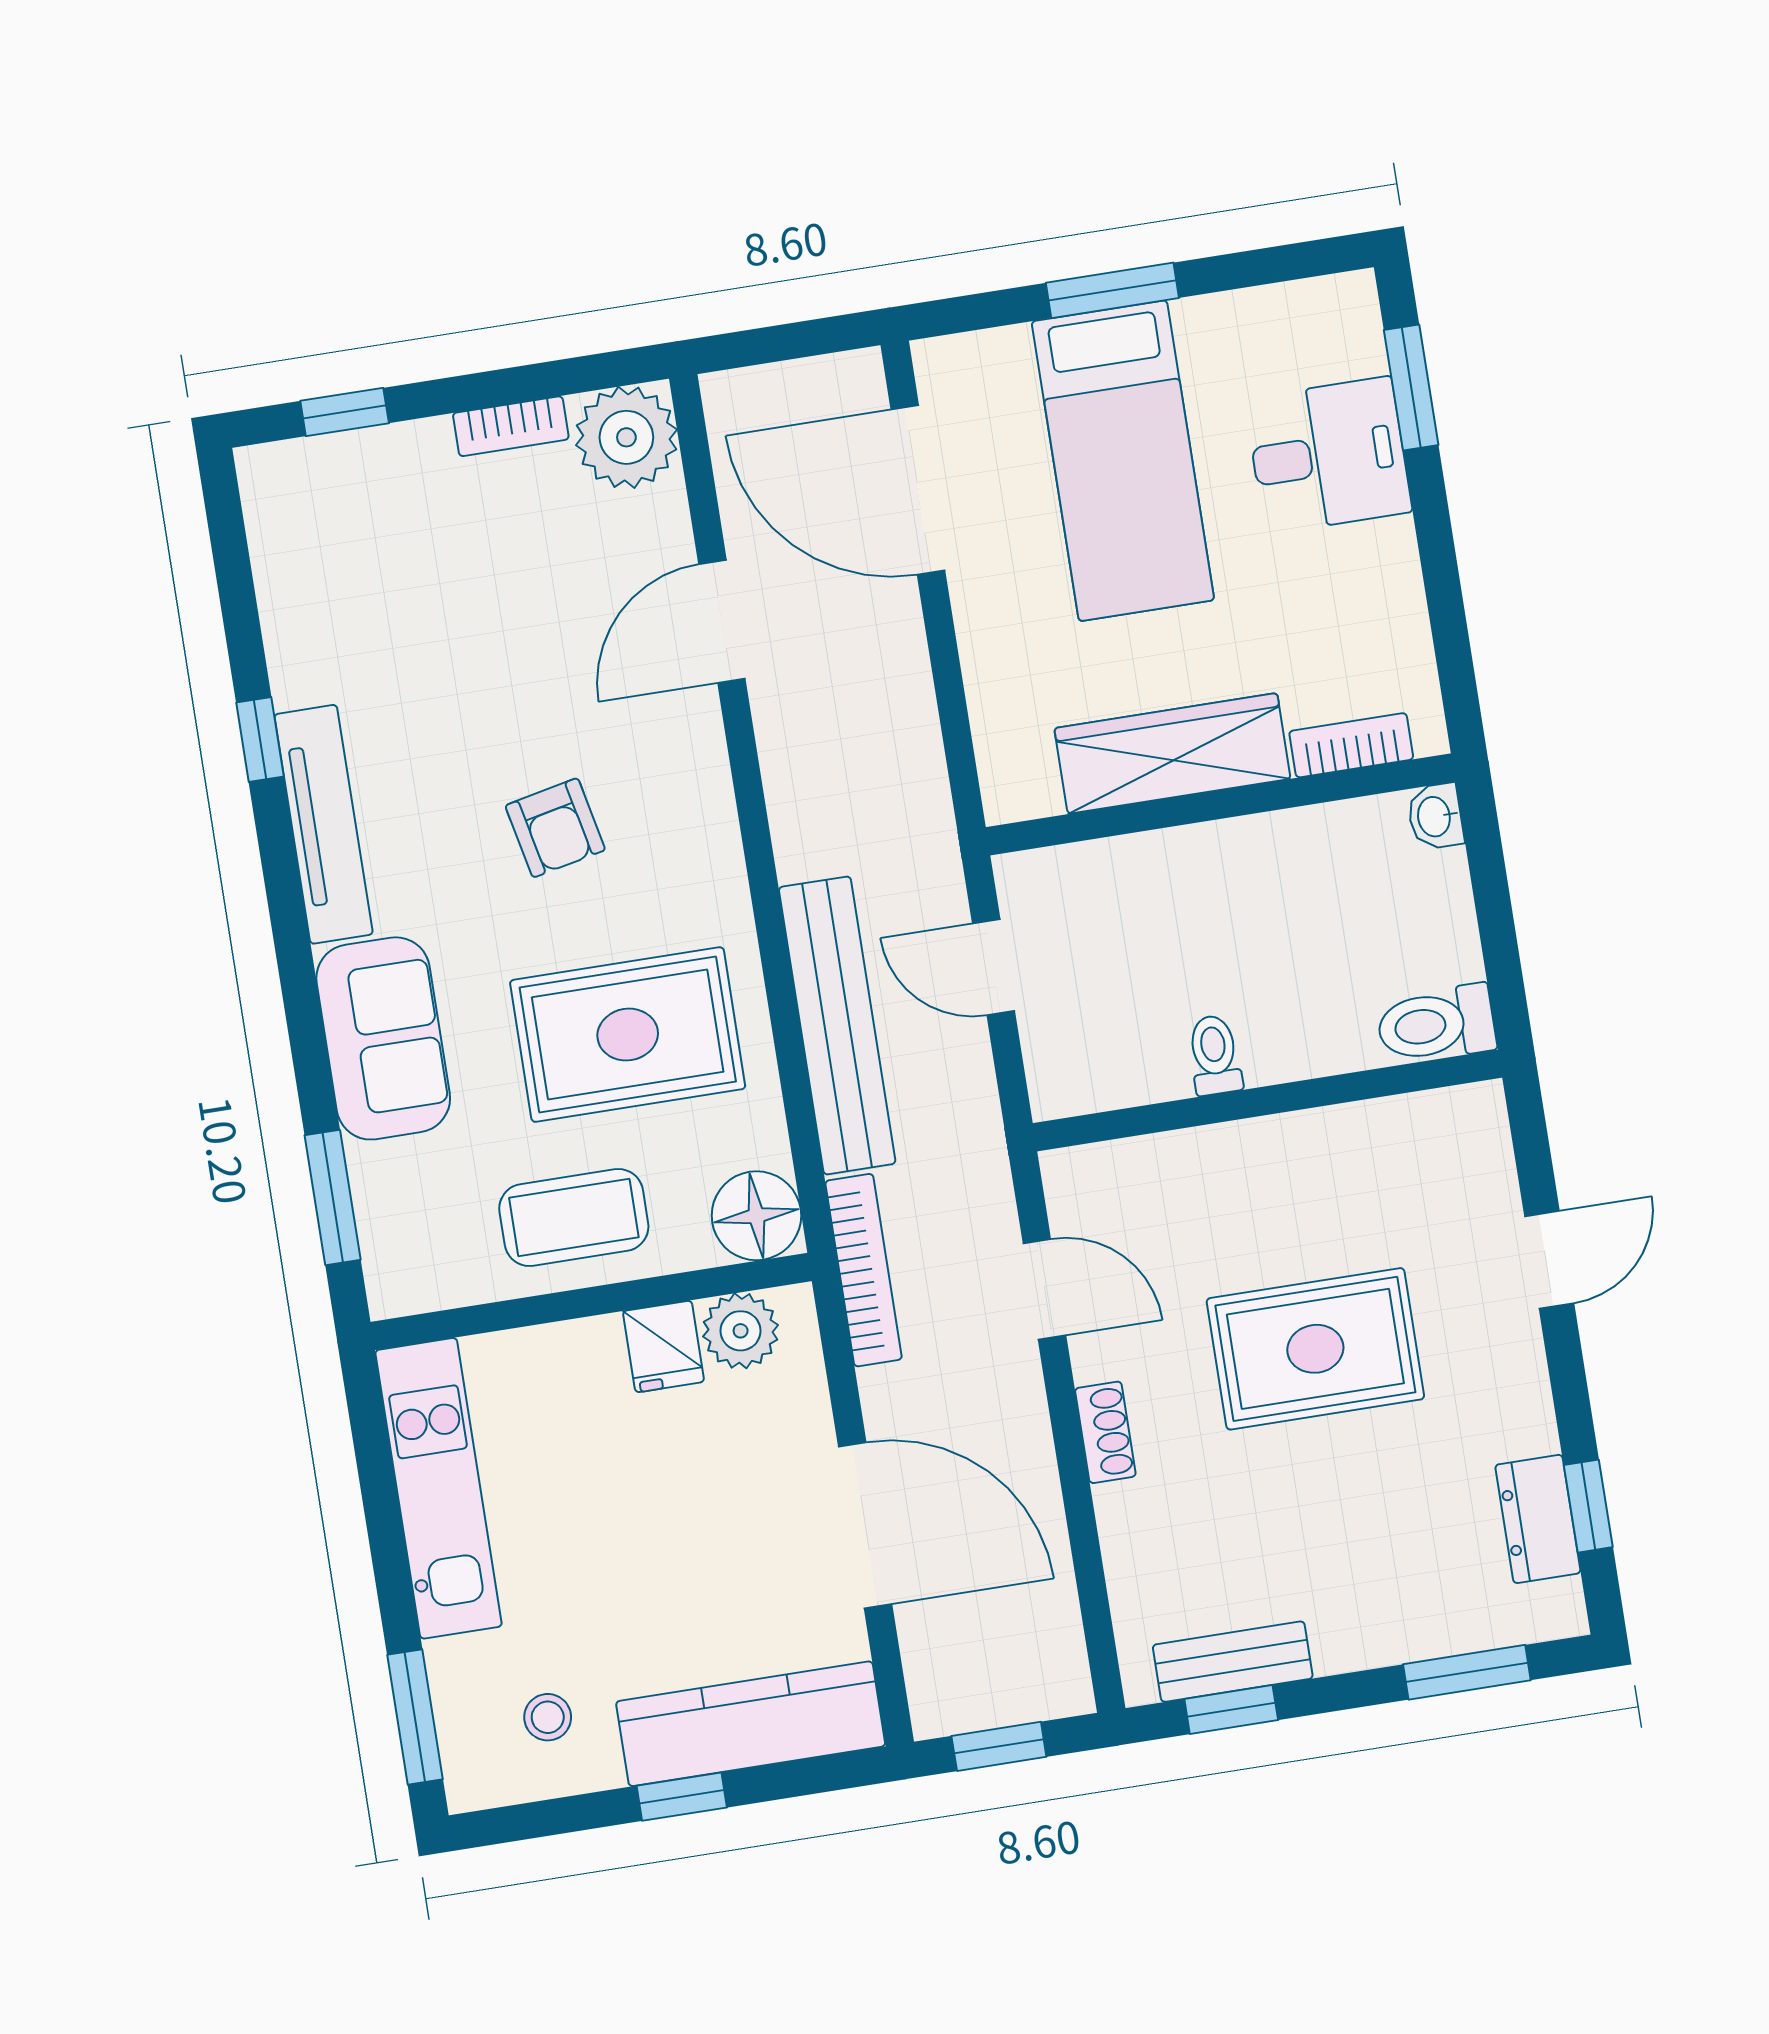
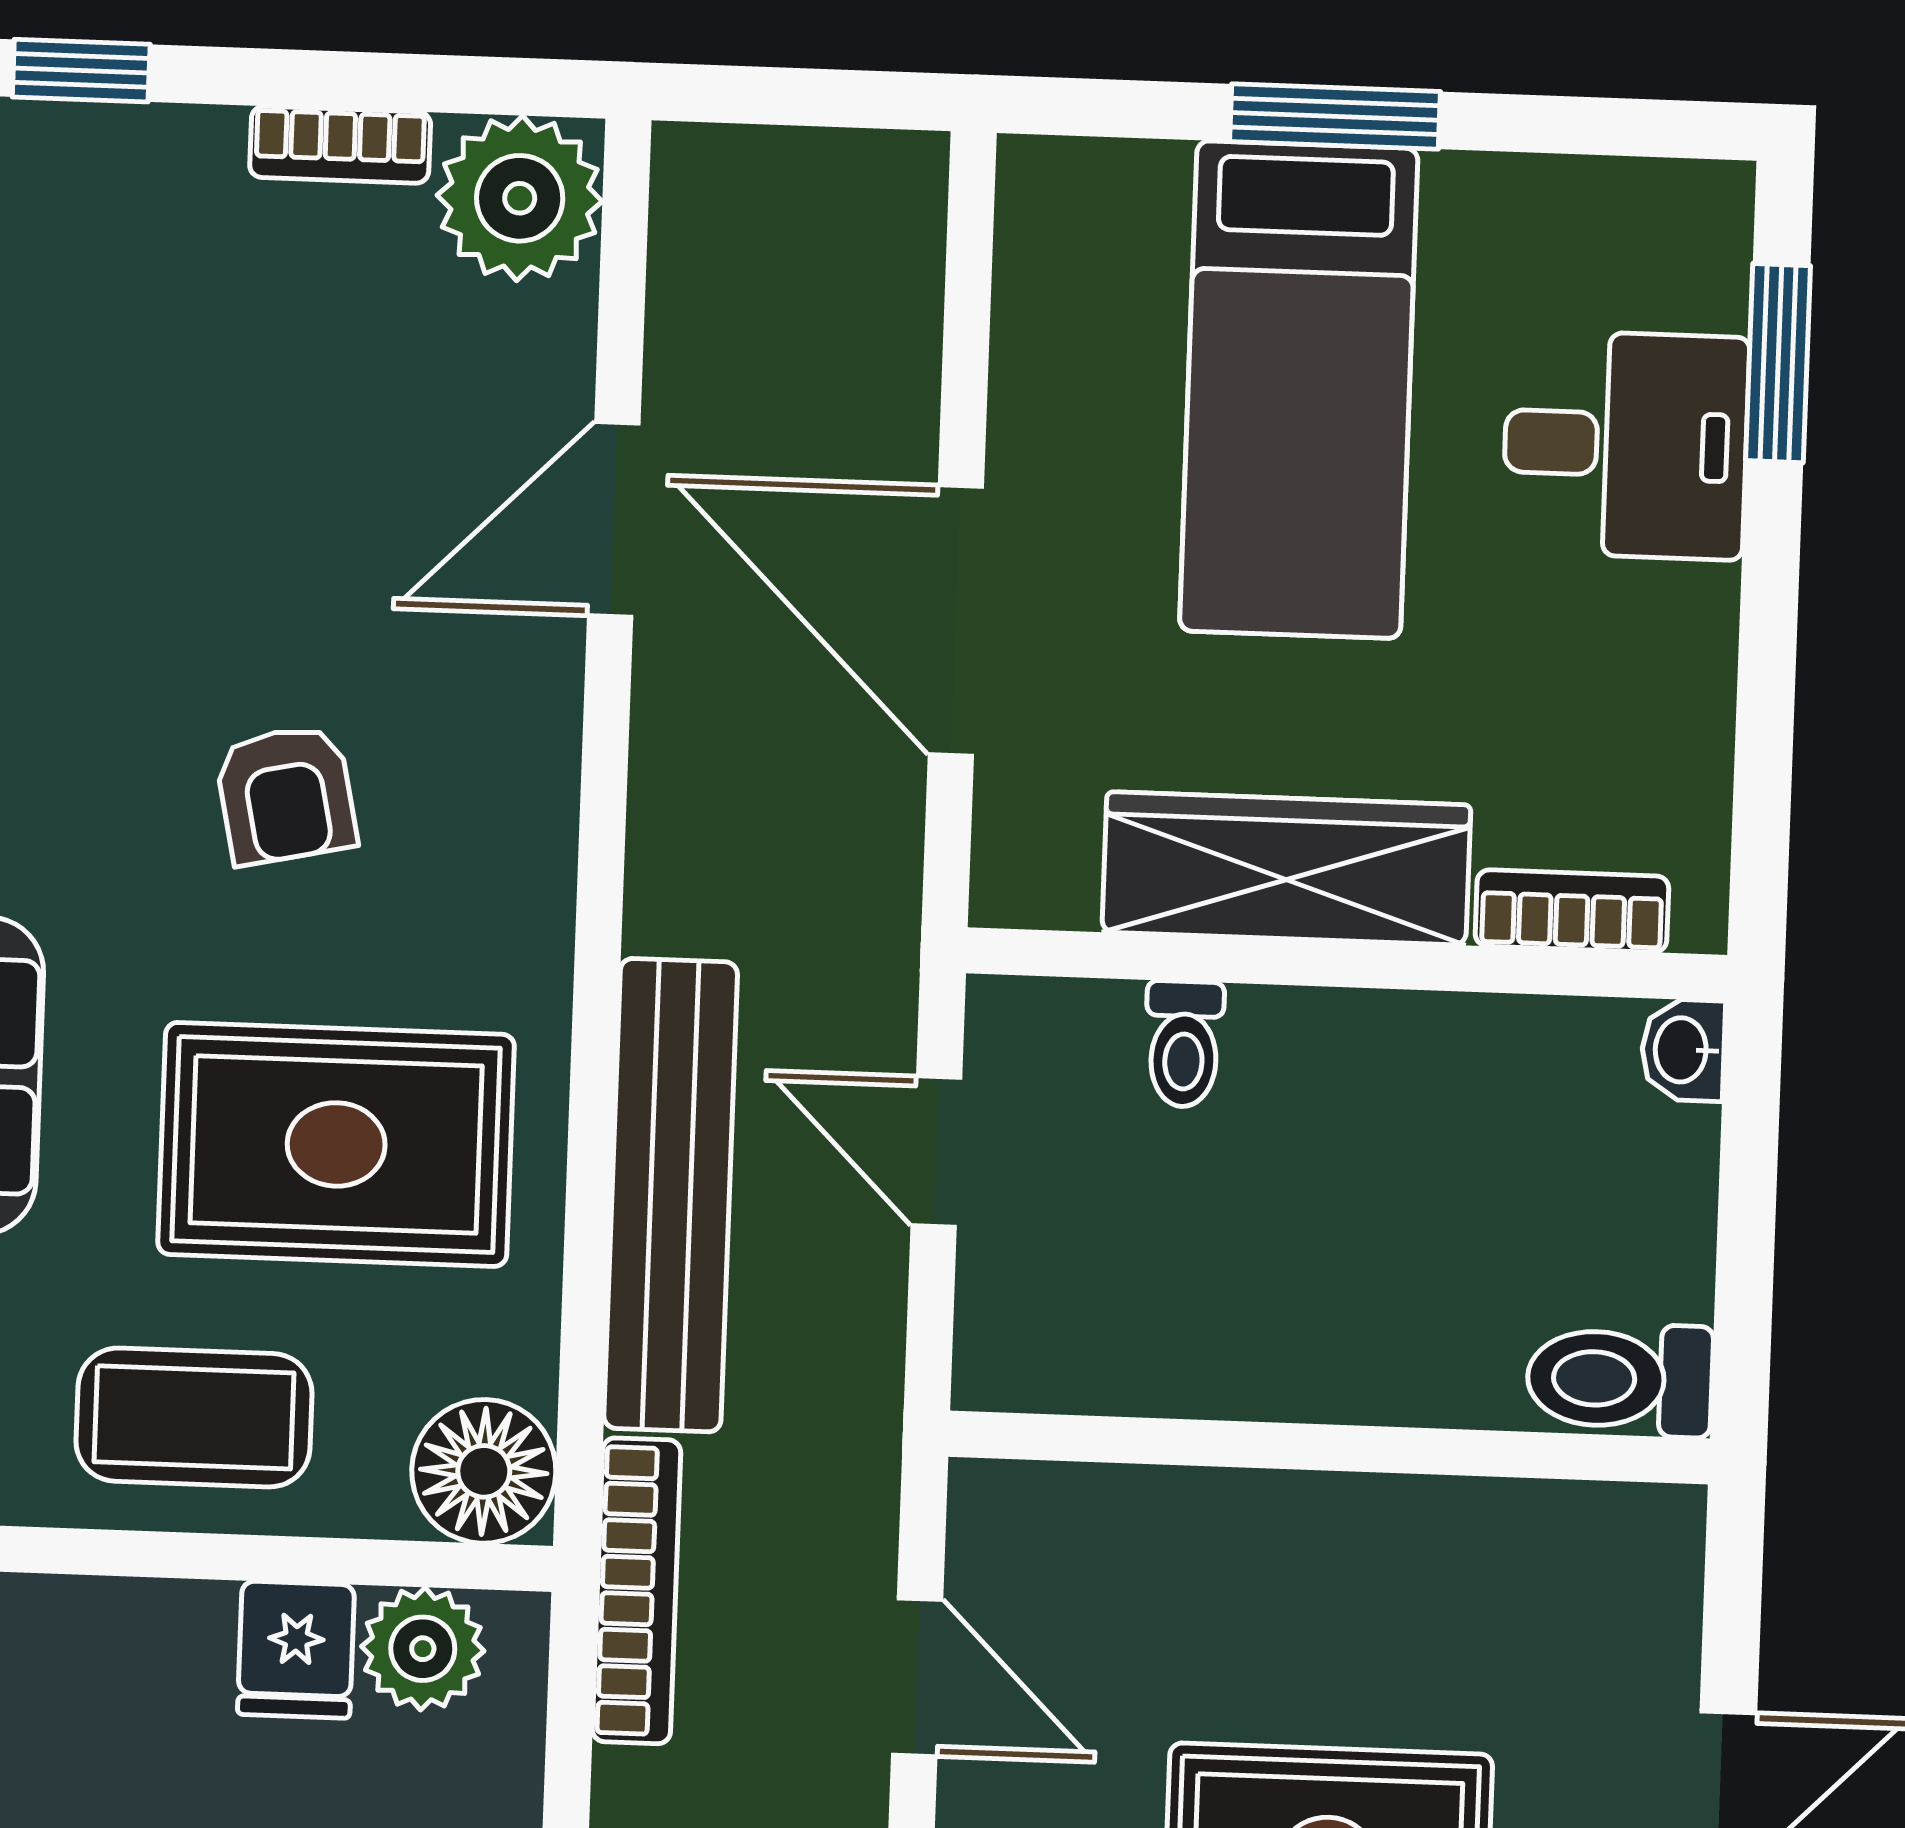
door: (918, 490) -> (956, 621), moved
toilet: (1215, 1055) -> (1184, 1044), moved, turned 180

